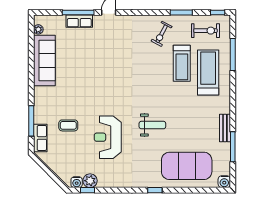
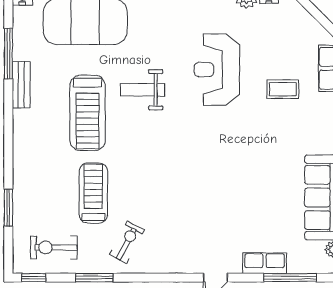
window: (78, 13) -> (290, 278), moved
window: (233, 55) -> (8, 208), width x0.69
treadmill: (208, 73) -> (88, 113), moved
reception desk: (108, 137) -> (217, 70), turned 180

